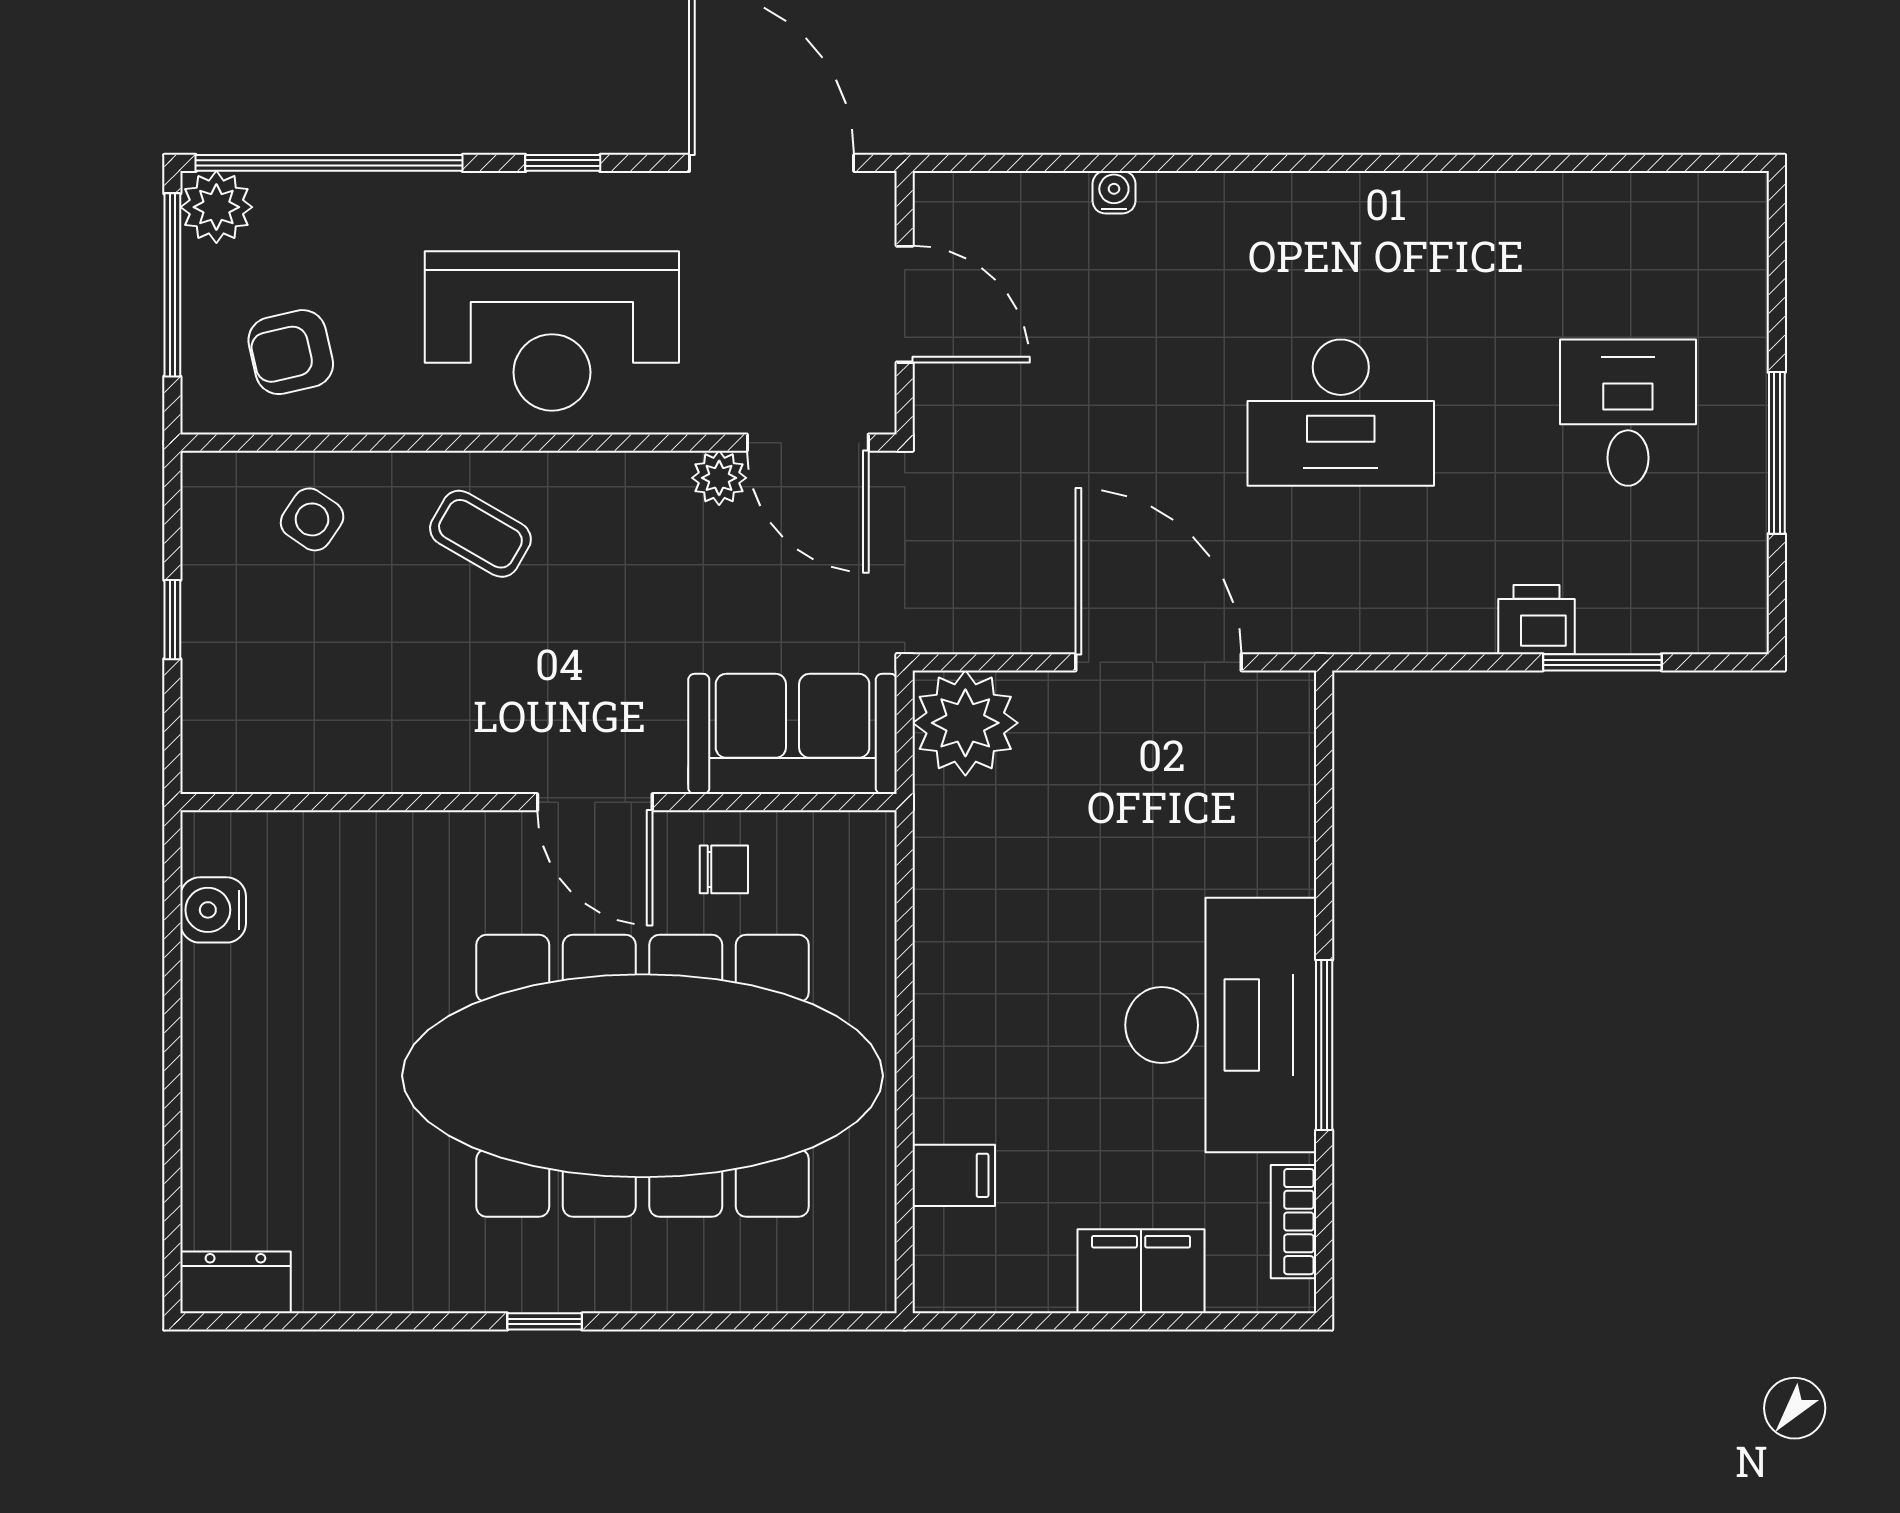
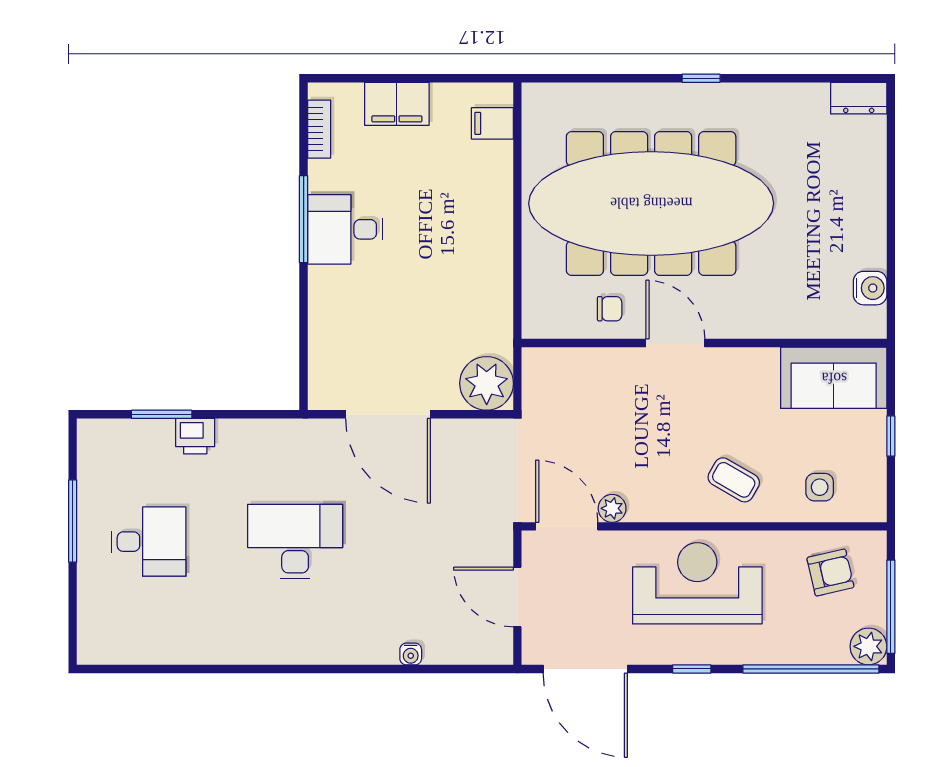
desk: (1628, 413) -> (149, 542), turned -90
side table: (312, 519) -> (820, 487), turned -34
sofa: (793, 734) -> (834, 378), moved
chair: (724, 869) -> (610, 309), turned 180
desk: (1221, 1025) -> (345, 229), width x0.53, depth x0.77
filing cabinet: (954, 1175) -> (492, 123), moved

